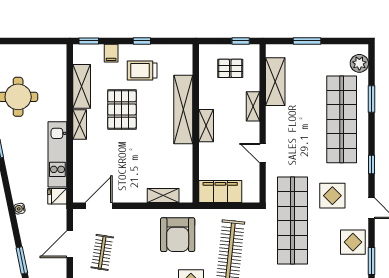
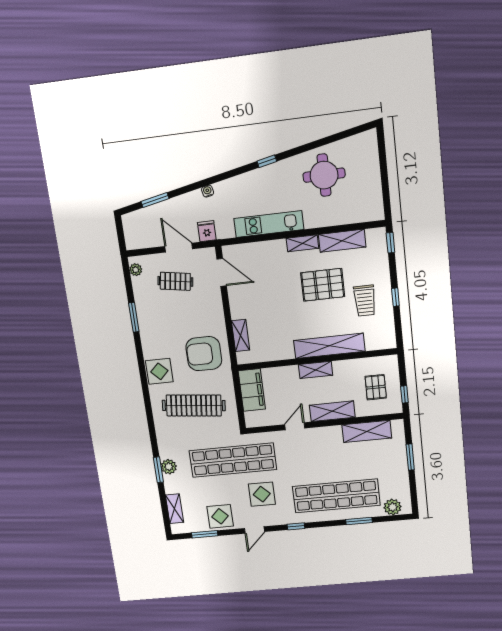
filing cabinet: (111, 53) -> (380, 267), removed
trolley: (142, 71) -> (365, 301), turned 180
shelving: (253, 106) -> (332, 411), width x1.50, depth x1.33
fridge: (57, 196) -> (207, 231), moved

